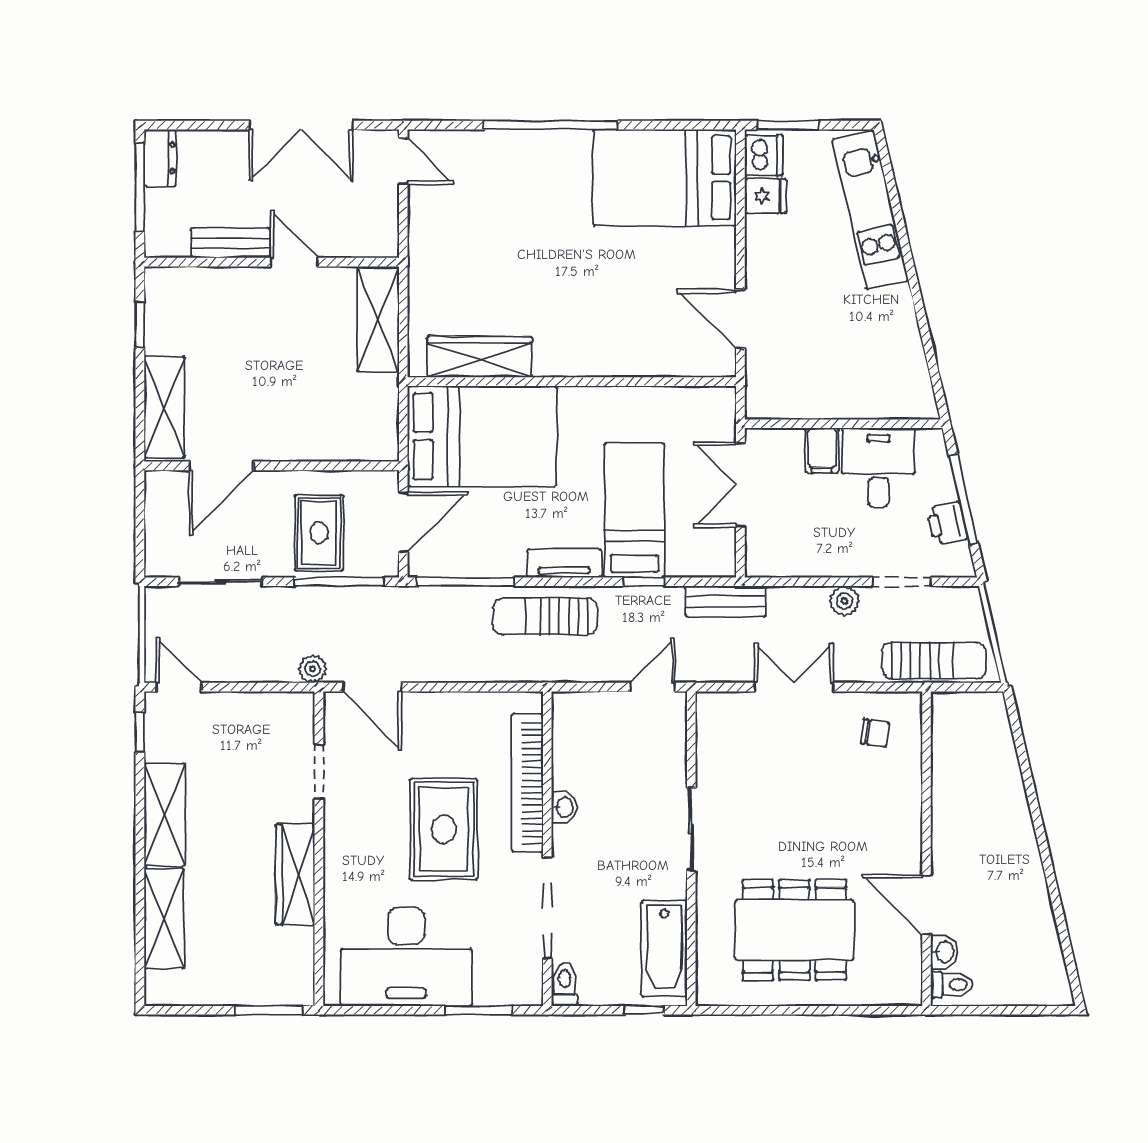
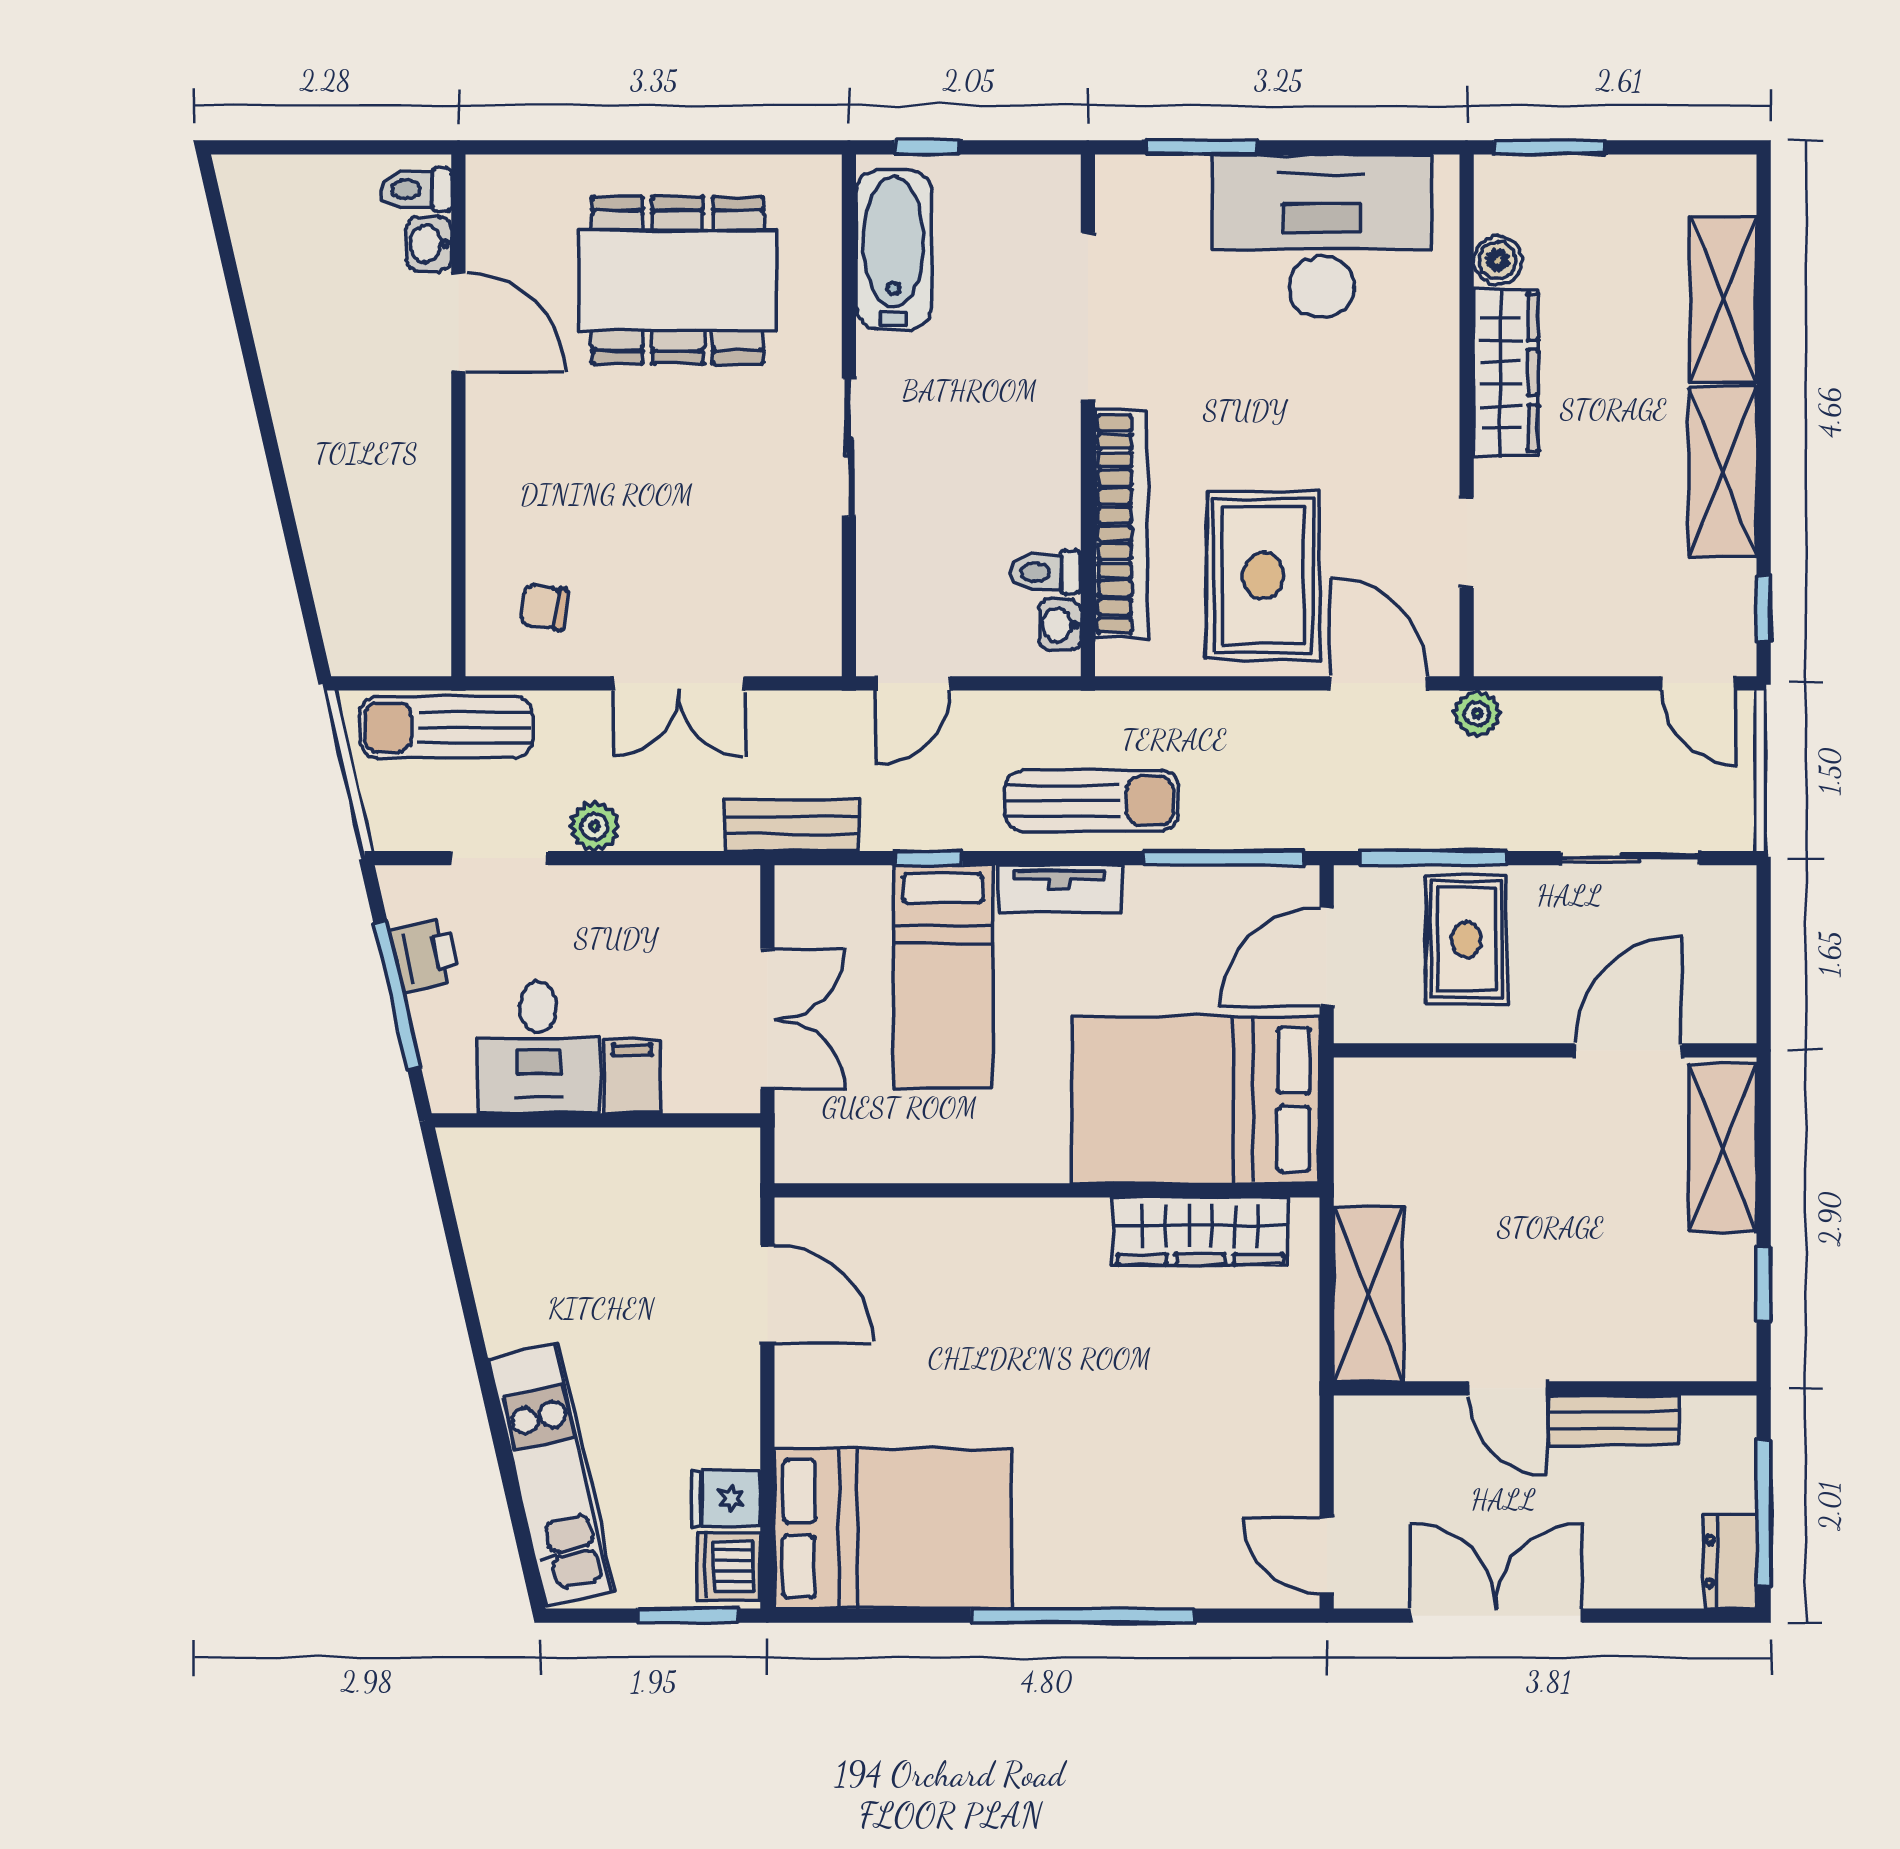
washbasin: (564, 807) -> (1060, 625), moved
rug: (444, 829) -> (1263, 576), moved
boiler: (300, 942) -> (1498, 260), added
toilet: (565, 985) -> (1045, 572), moved, turned 90

